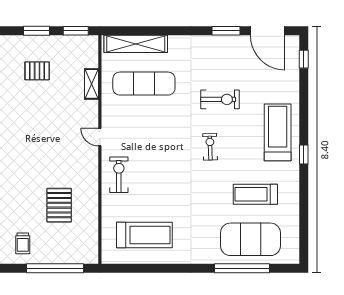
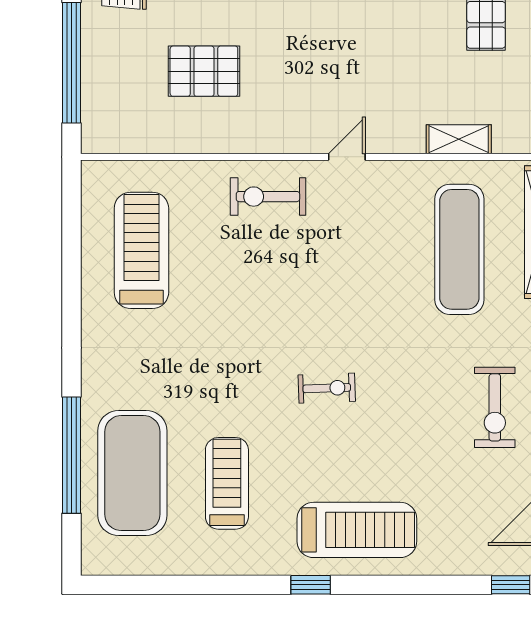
exercise bike: (220, 99) -> (495, 407), moved
exercise bike: (119, 175) -> (268, 197), turned 180
treadmill: (144, 235) -> (141, 250), turned 180

